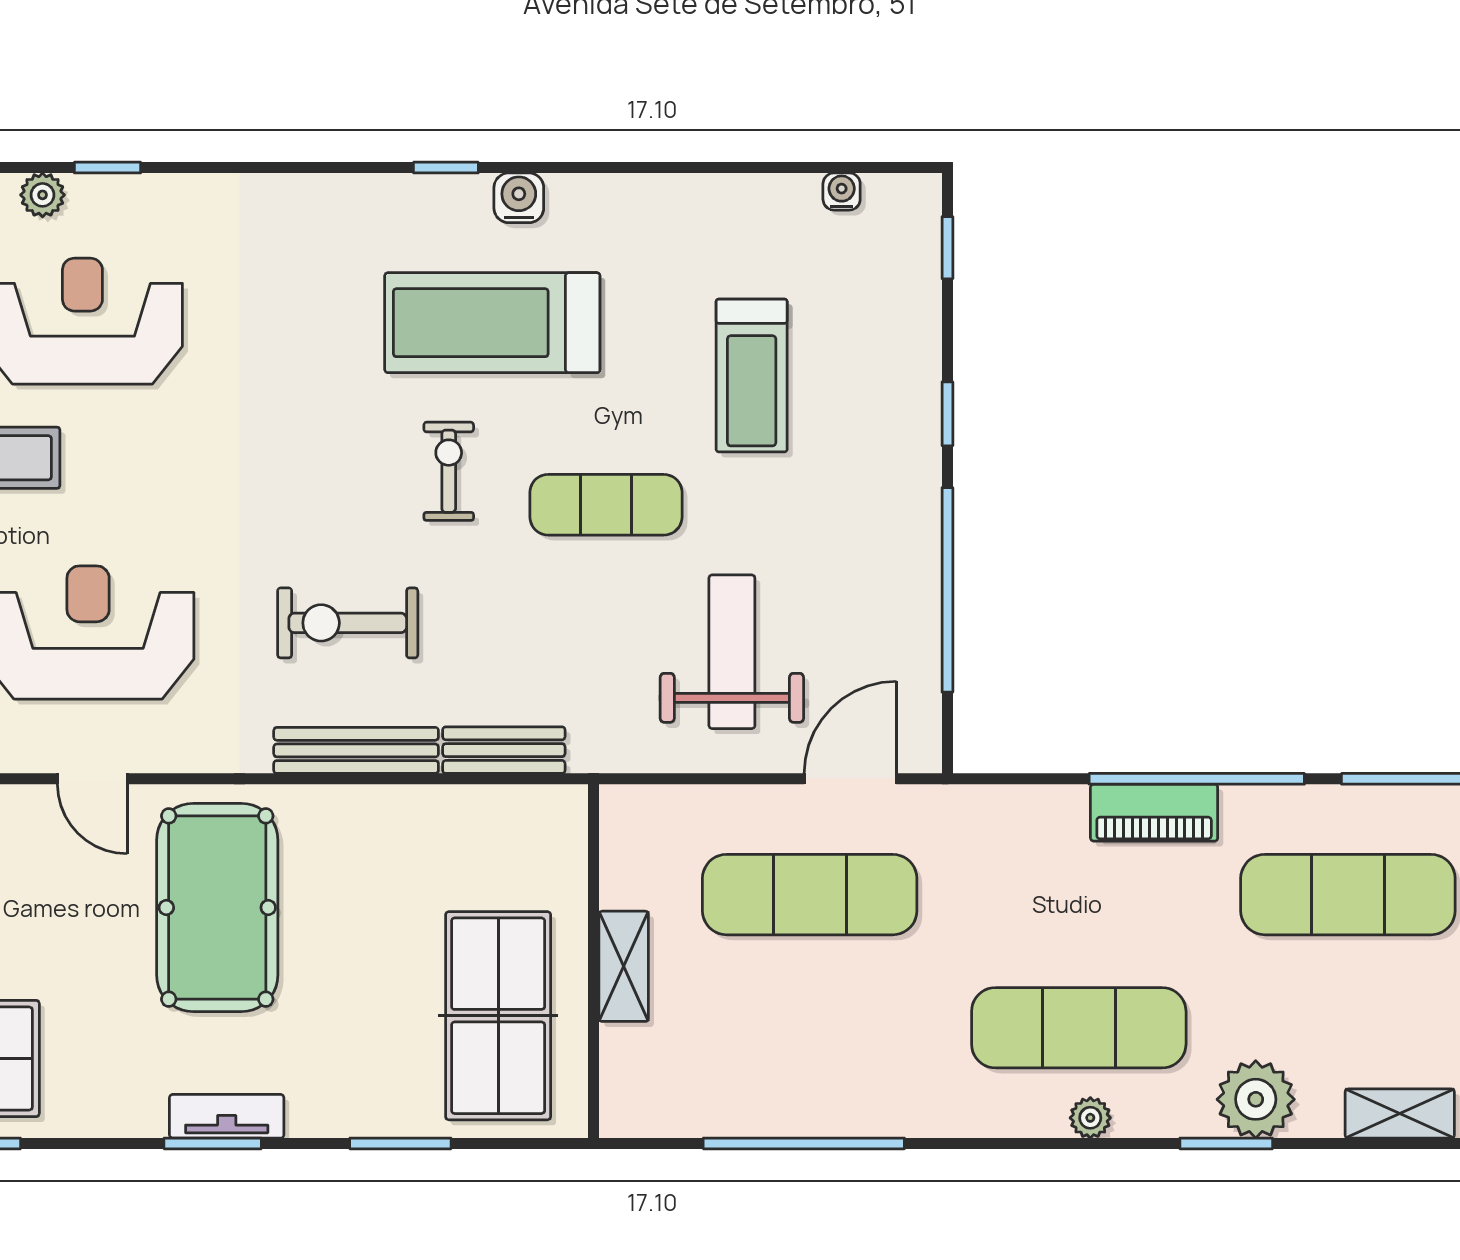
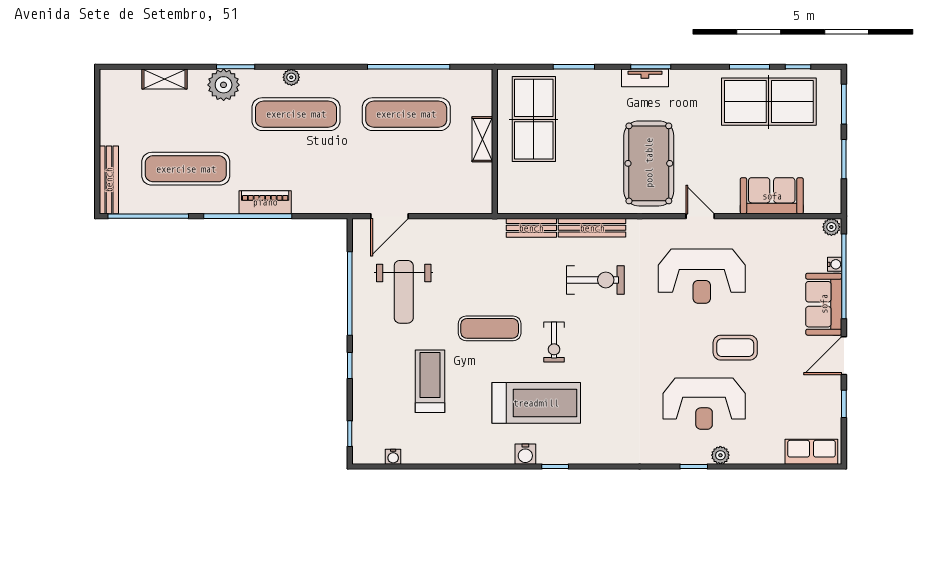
weight bench: (732, 652) -> (404, 292), moved
exercise mat: (810, 895) -> (406, 114), moved

